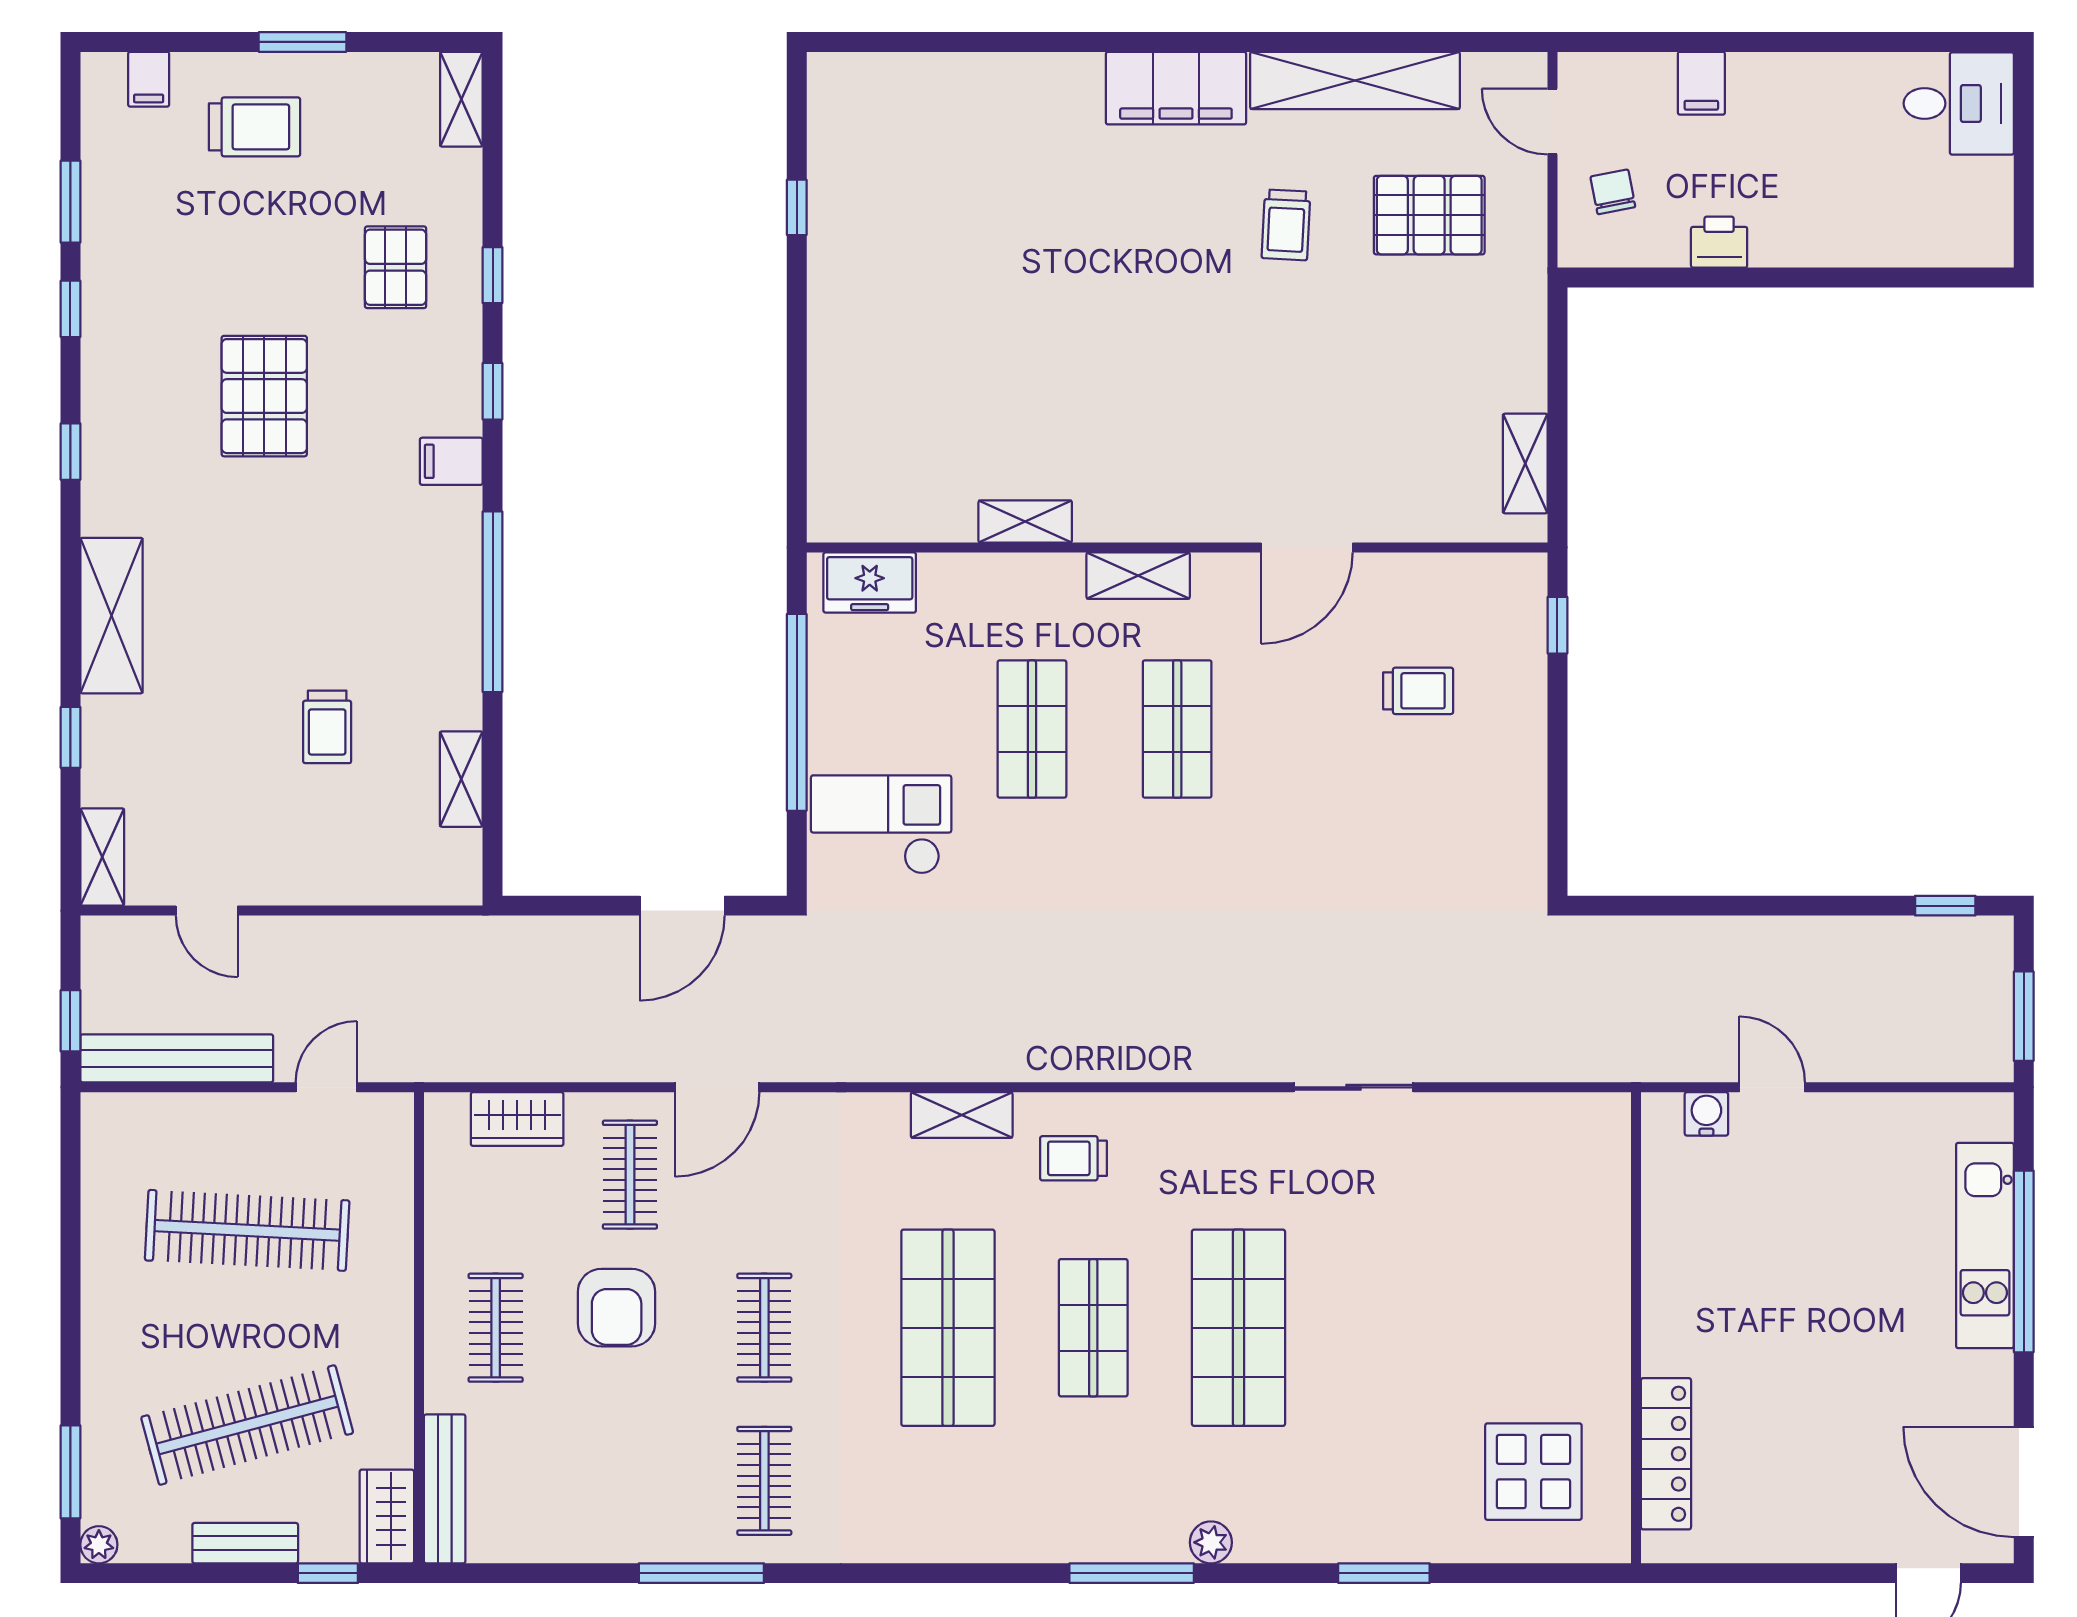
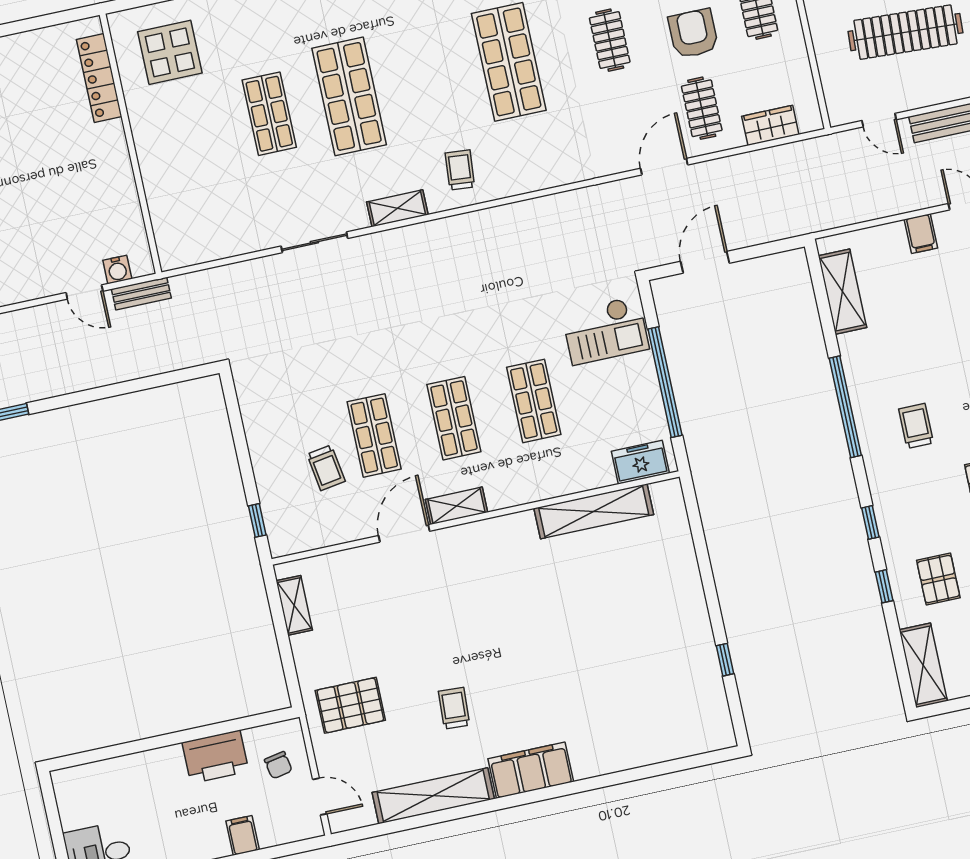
shelving: (461, 99) -> (923, 665), width x1.50, depth x1.33
pallet: (1429, 215) -> (350, 705), moved
printer: (1719, 242) -> (215, 757), width x1.87, depth x1.48
filing cabinet: (451, 461) -> (921, 234), moved, turned 90
shelving: (1025, 521) -> (594, 511), width x2.20, depth x1.33
shelving: (1138, 576) -> (456, 506), moved
trolley: (1418, 691) -> (326, 468), turned -99
trolley: (327, 727) -> (916, 426), moved
shop shelf: (1322, 729) -> (374, 435), added
shelving: (461, 779) -> (843, 292), width x1.50, depth x1.33
bench: (1674, 1063) -> (141, 294), added
door: (326, 1087) -> (879, 120), hinge flipped
shelving: (962, 1115) -> (397, 208), moved
trolley: (1073, 1158) -> (460, 170), turned -85
shop shelf: (1093, 1328) -> (269, 114), moved

